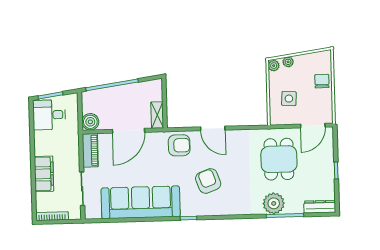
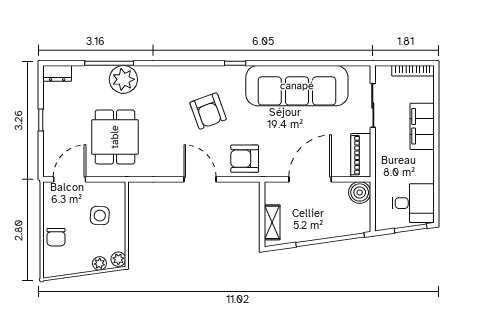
shelving: (157, 115) -> (272, 222), moved
dresser: (320, 207) -> (57, 73), width x0.70

